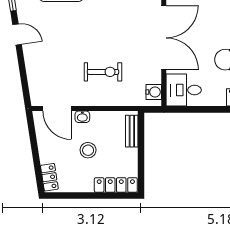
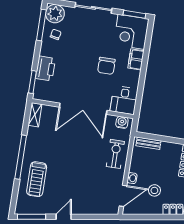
double door: (164, 38) -> (83, 109), swing flipped
exercise bike: (103, 72) -> (115, 154), moved
stool: (88, 150) -> (154, 190), moved

